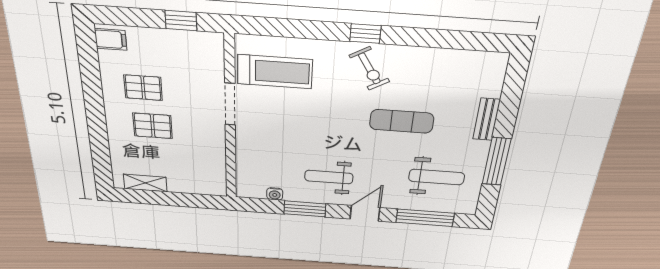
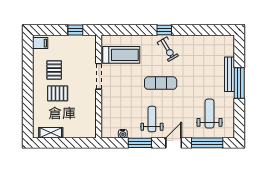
pallet: (143, 88) -> (54, 70), turned 90
bench: (487, 119) -> (230, 74), width x1.36
exercise mat: (402, 121) -> (161, 83), moved
window: (496, 162) -> (239, 83), moved
weight bench: (329, 177) -> (152, 119), turned 90
weight bench: (436, 177) -> (209, 114), turned -90

